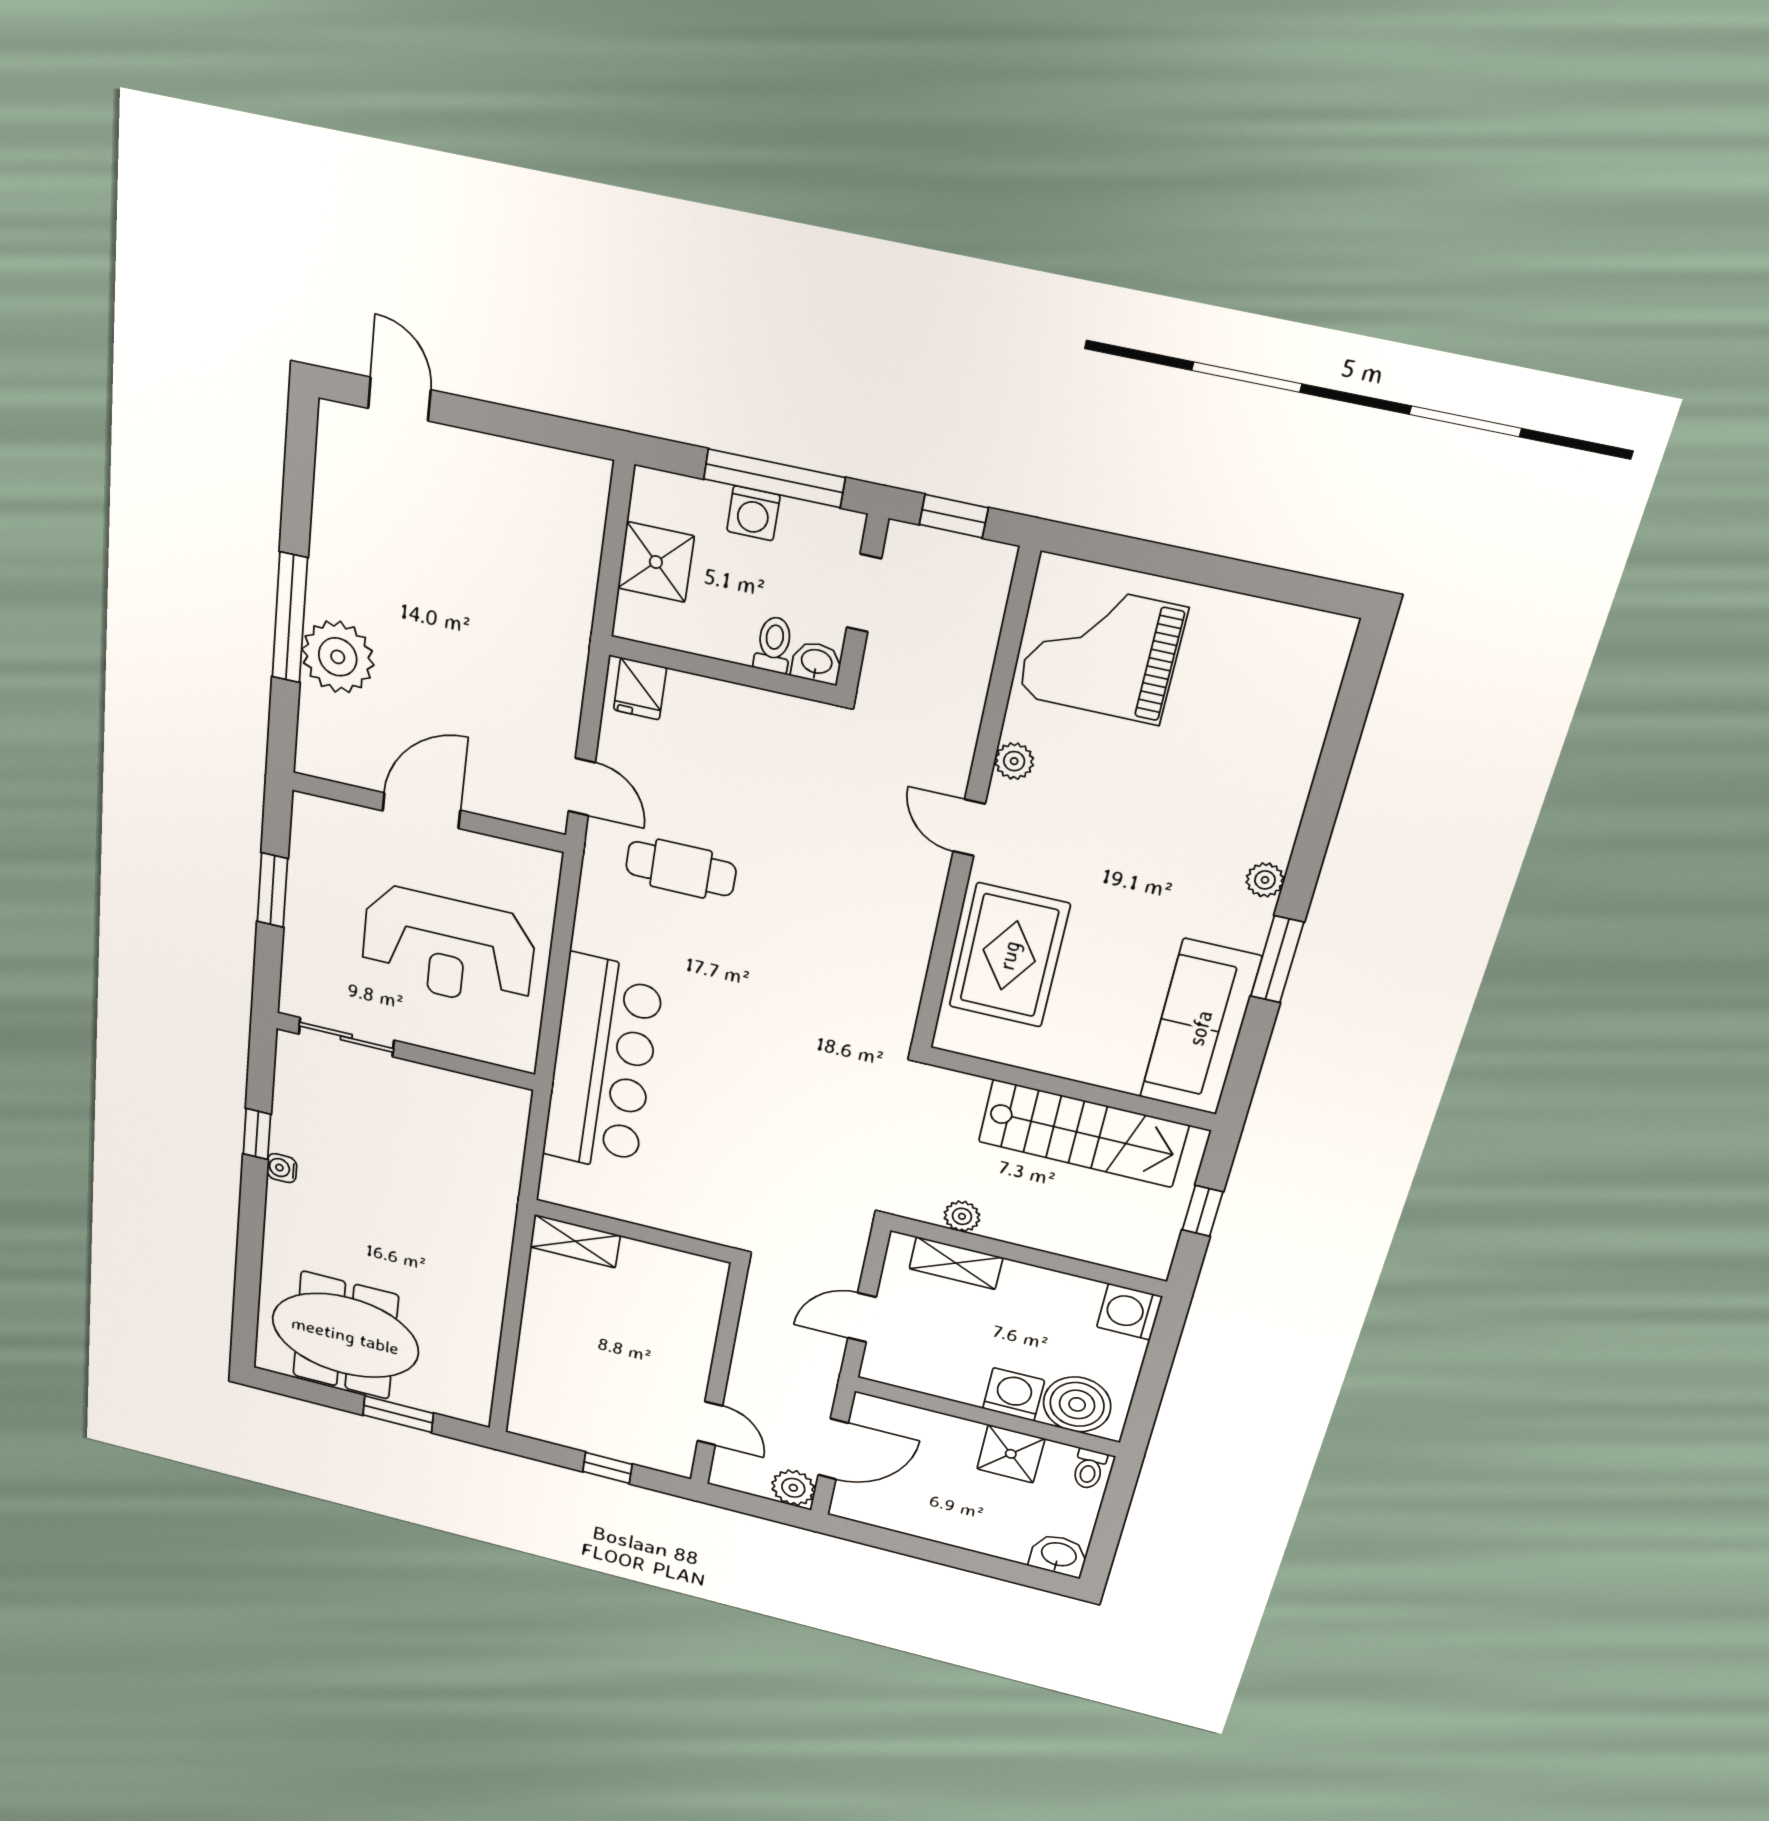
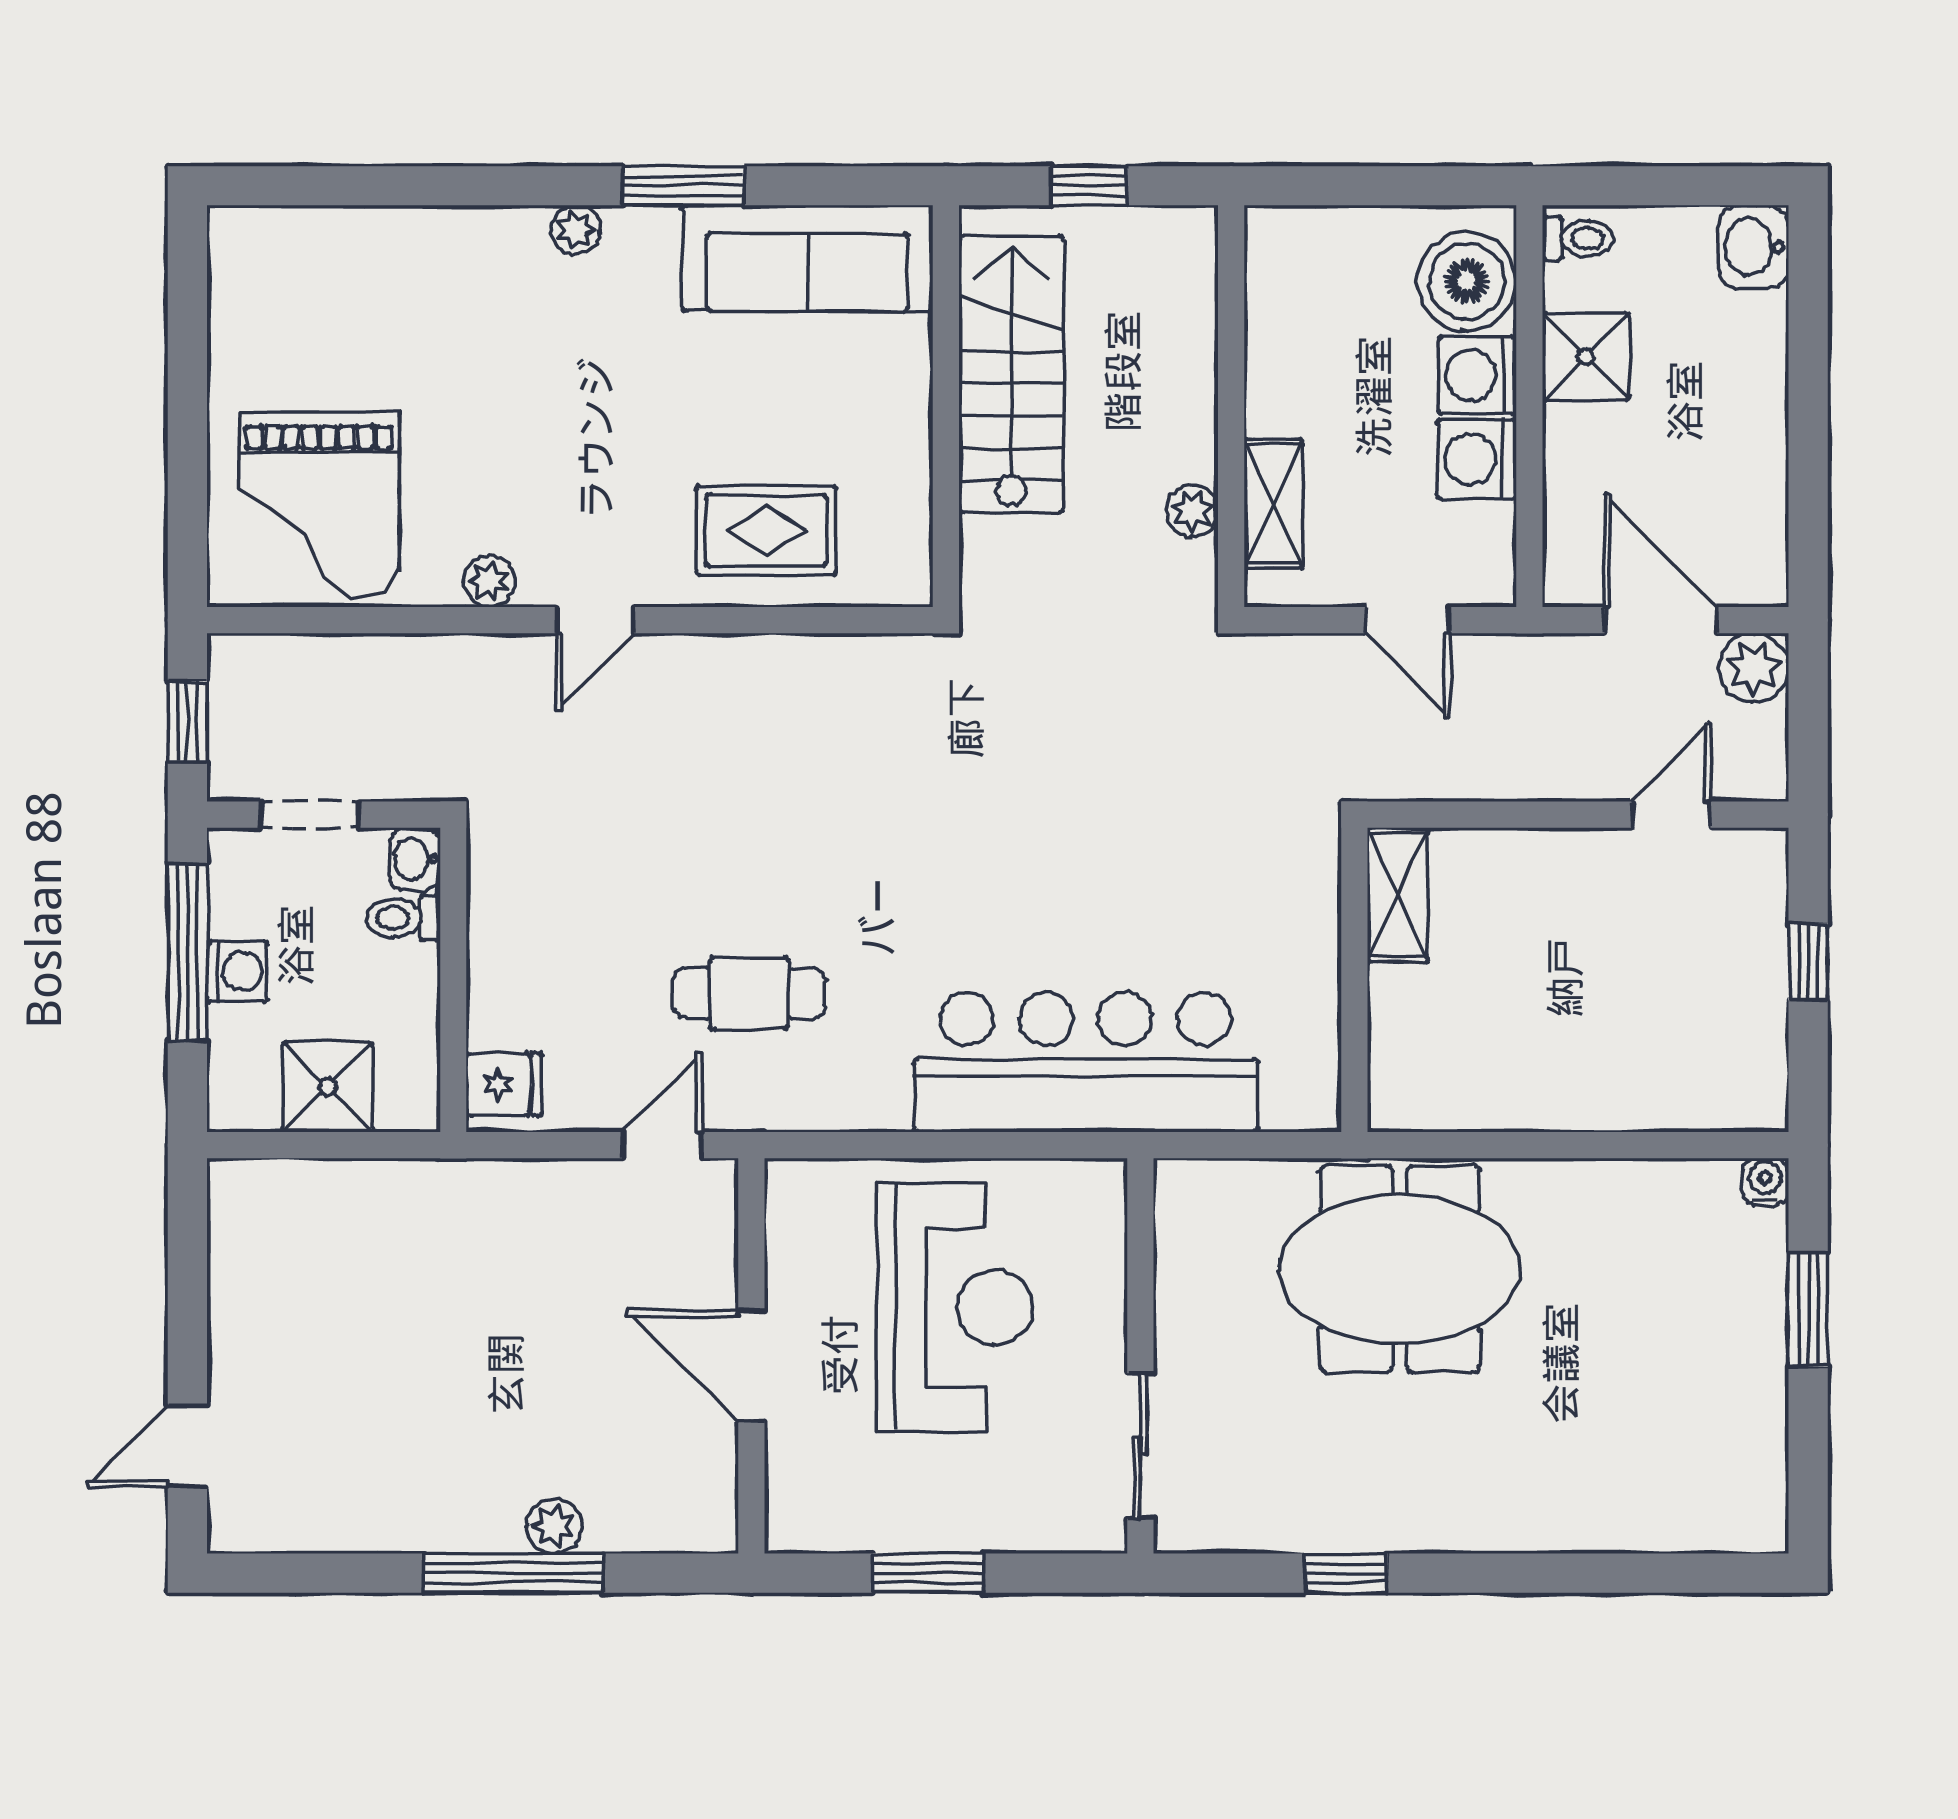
plant: (338, 657) -> (554, 1526), width x0.53, depth x0.53
cafe table: (681, 869) -> (749, 993), turned 90
rug: (1009, 955) -> (766, 530), width x0.73, depth x0.70
water cooler: (282, 1168) -> (1765, 1181), moved, turned 180
shelving: (575, 1241) -> (1397, 895), moved
washing machine: (1129, 1312) -> (1477, 459), moved, turned 90
meeting table: (345, 1336) -> (1400, 1269), moved, turned 90

